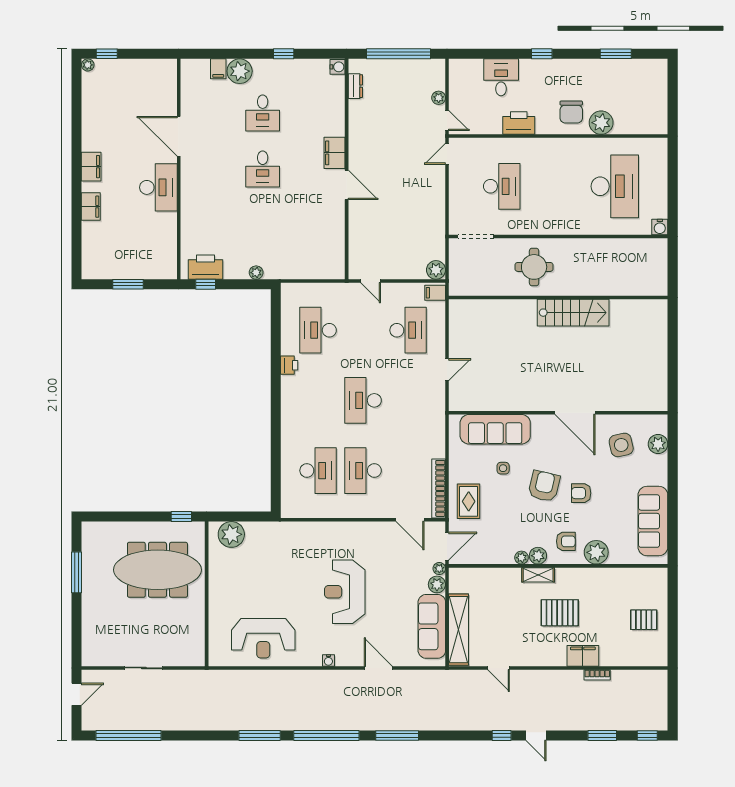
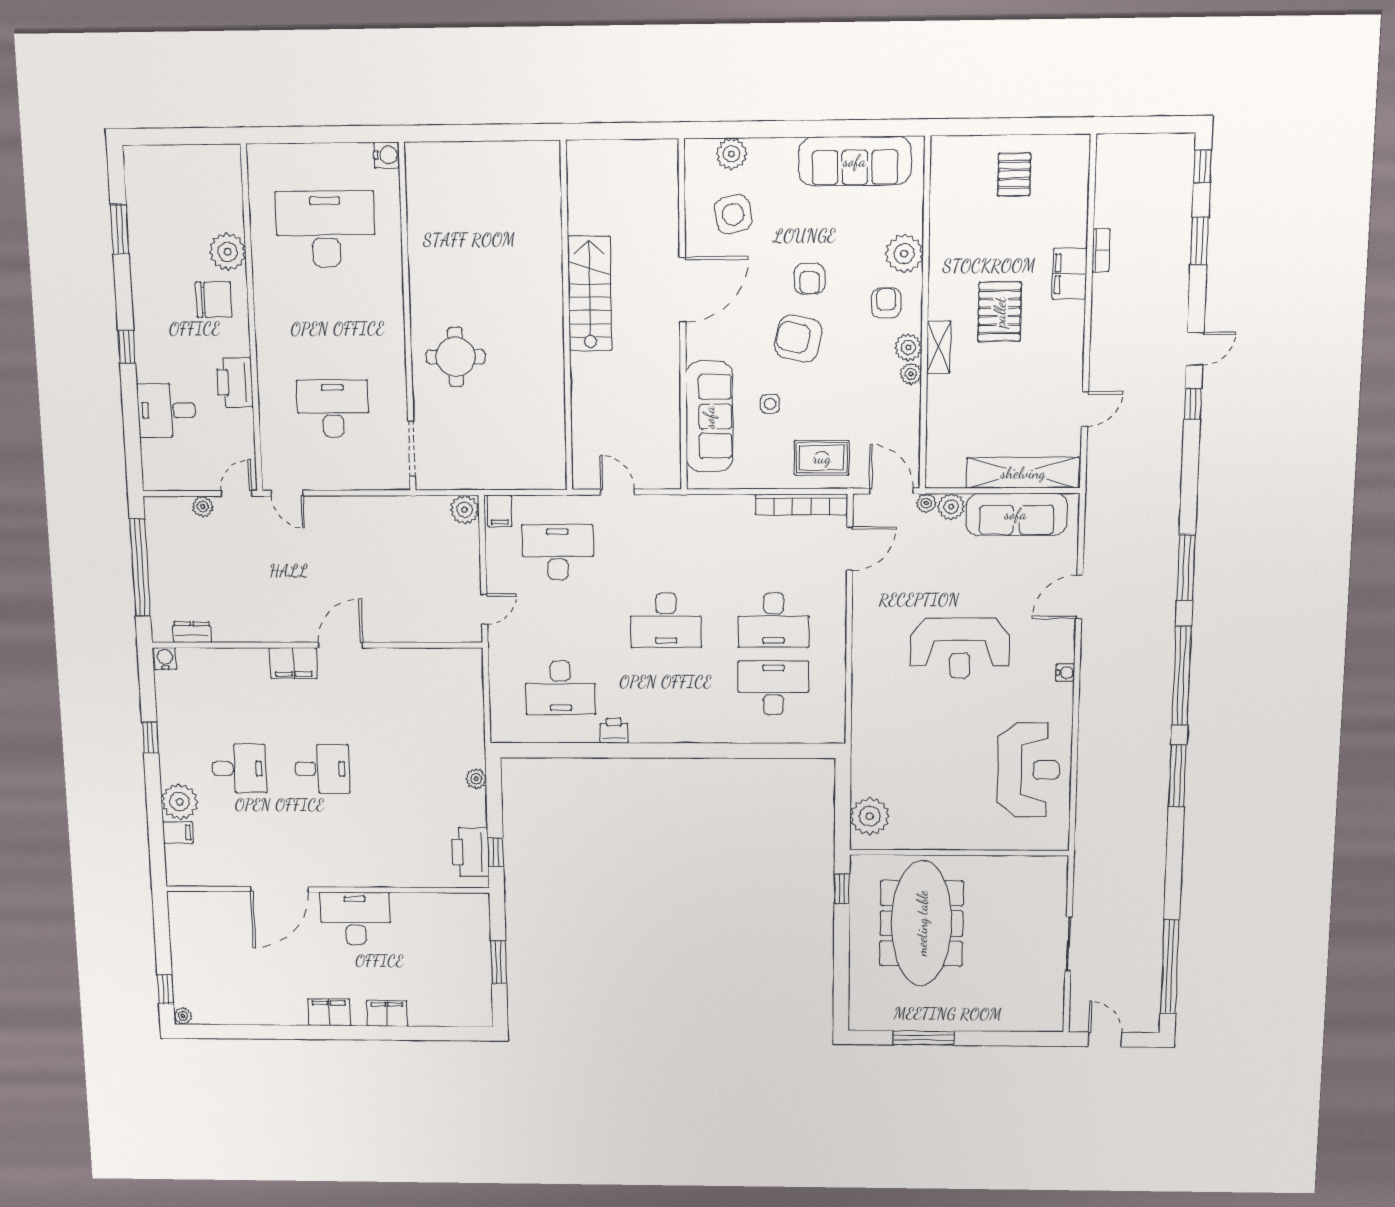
wall: (558, 297) -> (566, 318), moved
stairs: (573, 313) -> (590, 293), moved

